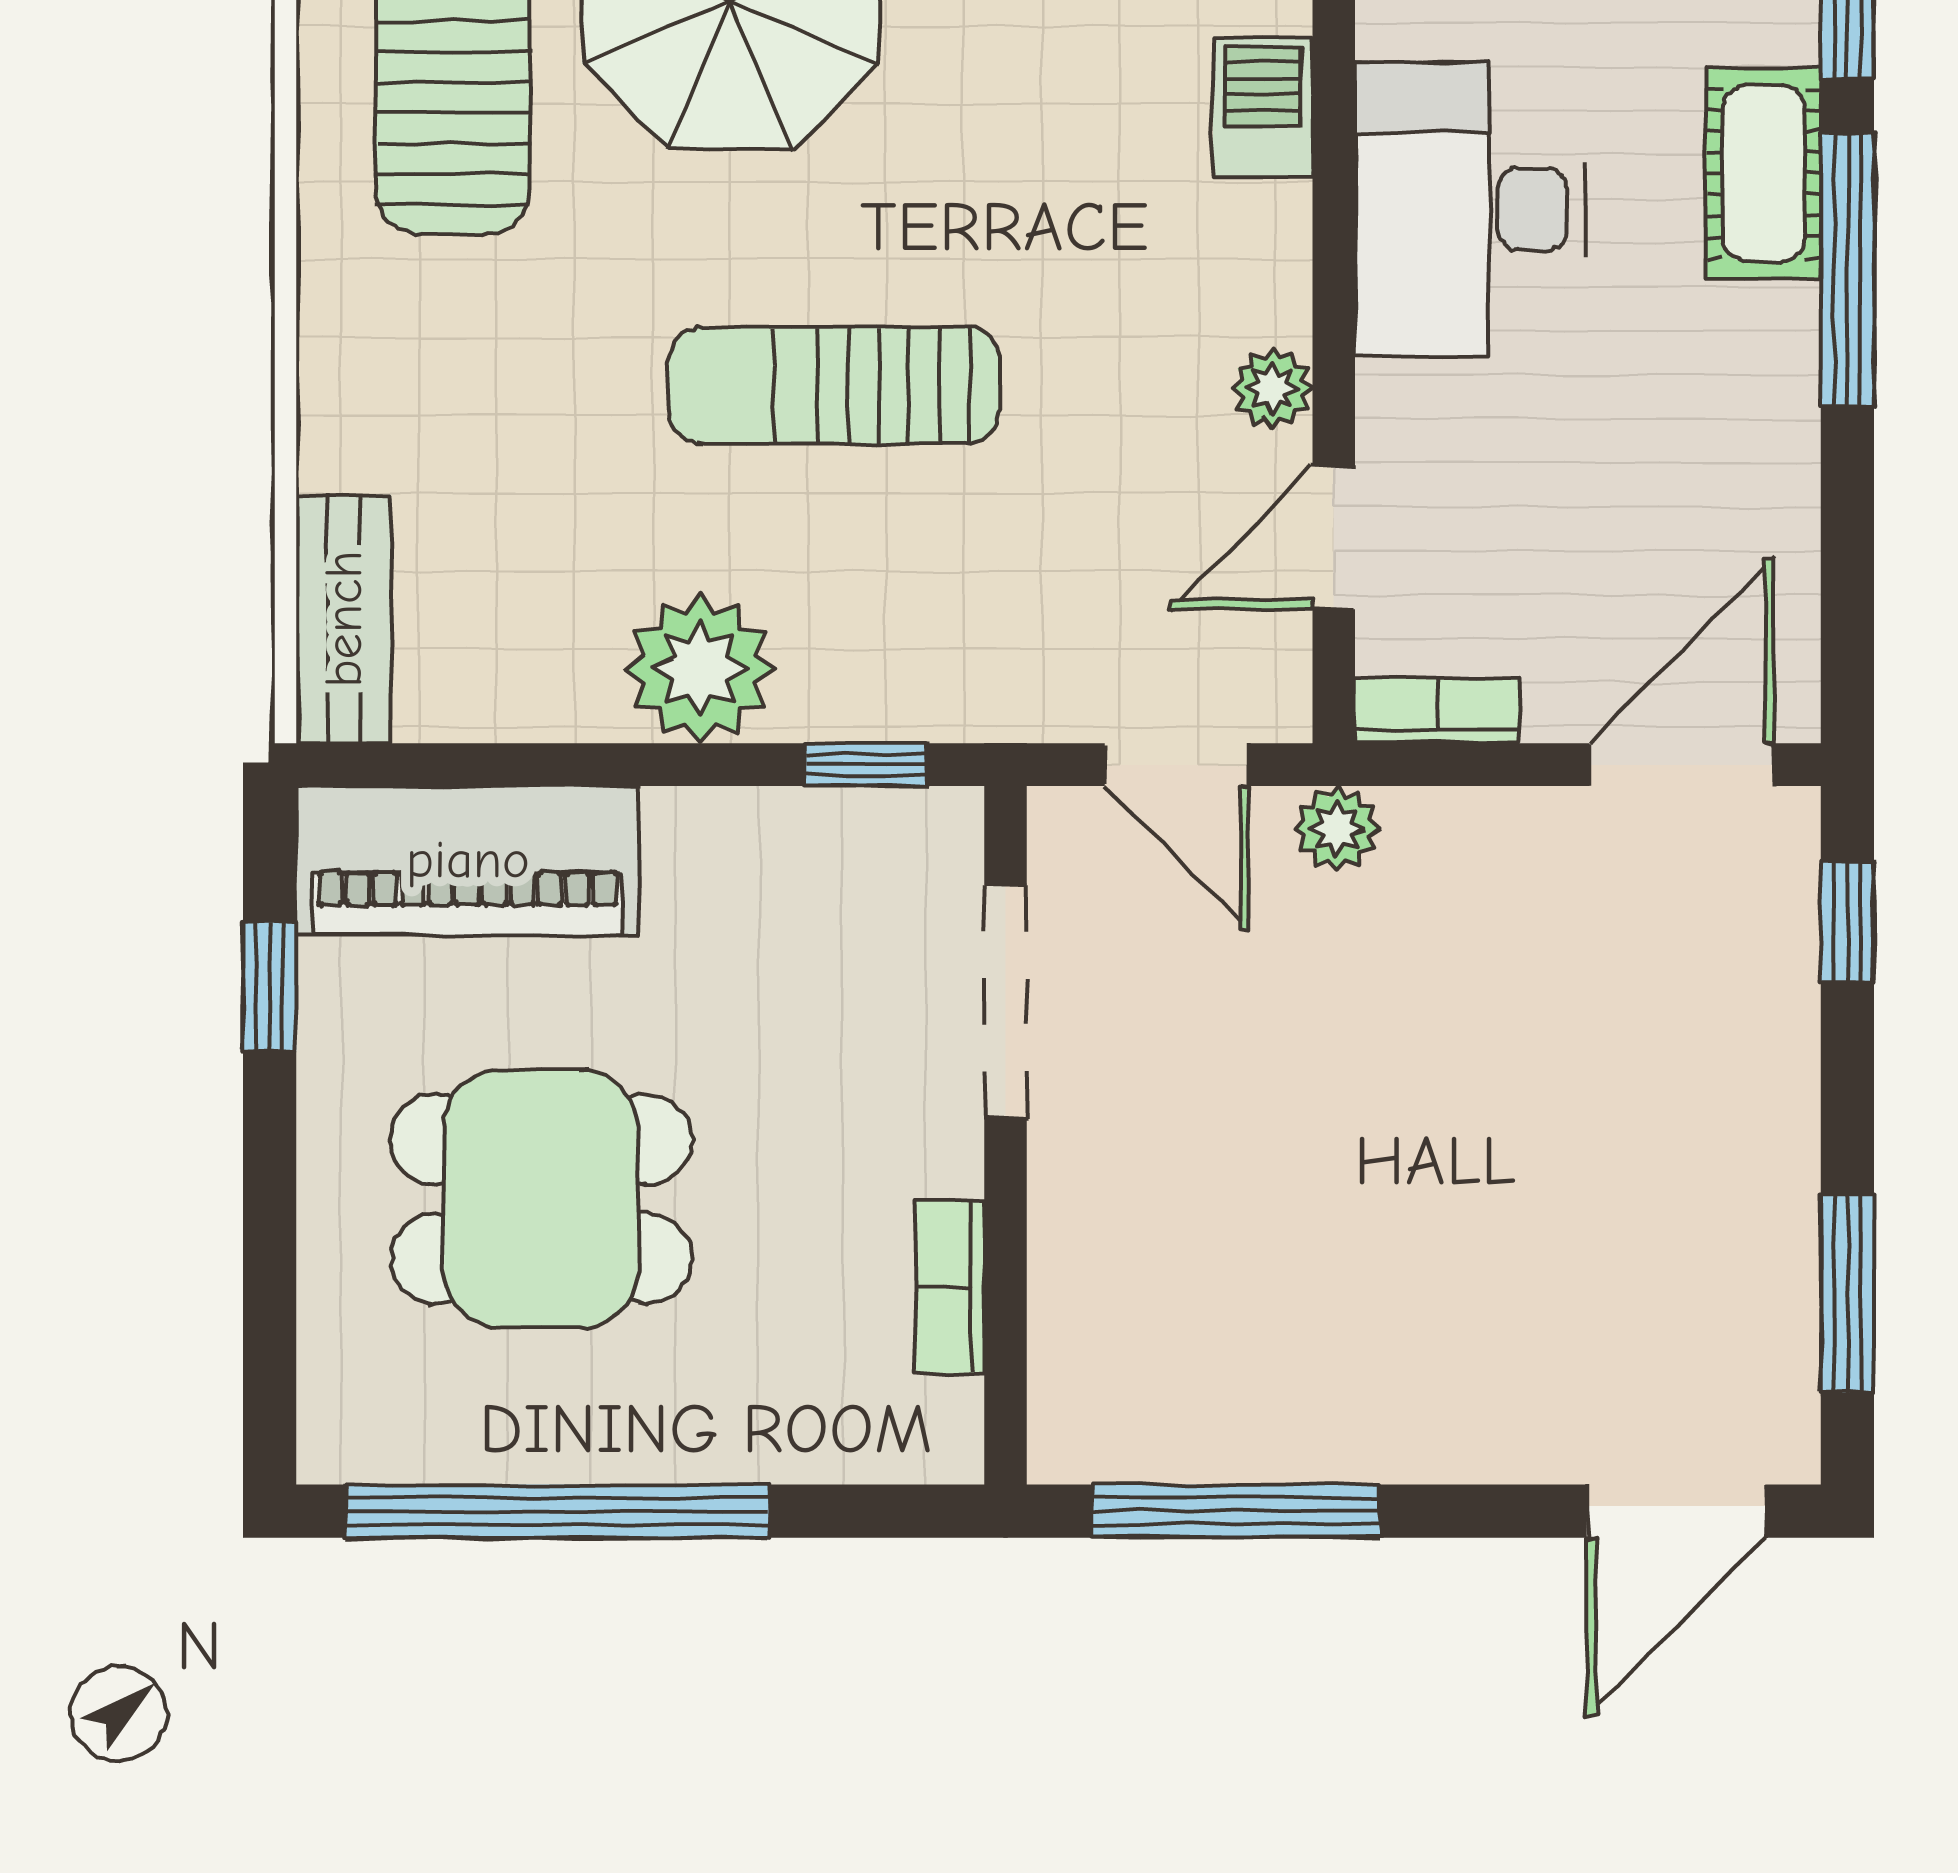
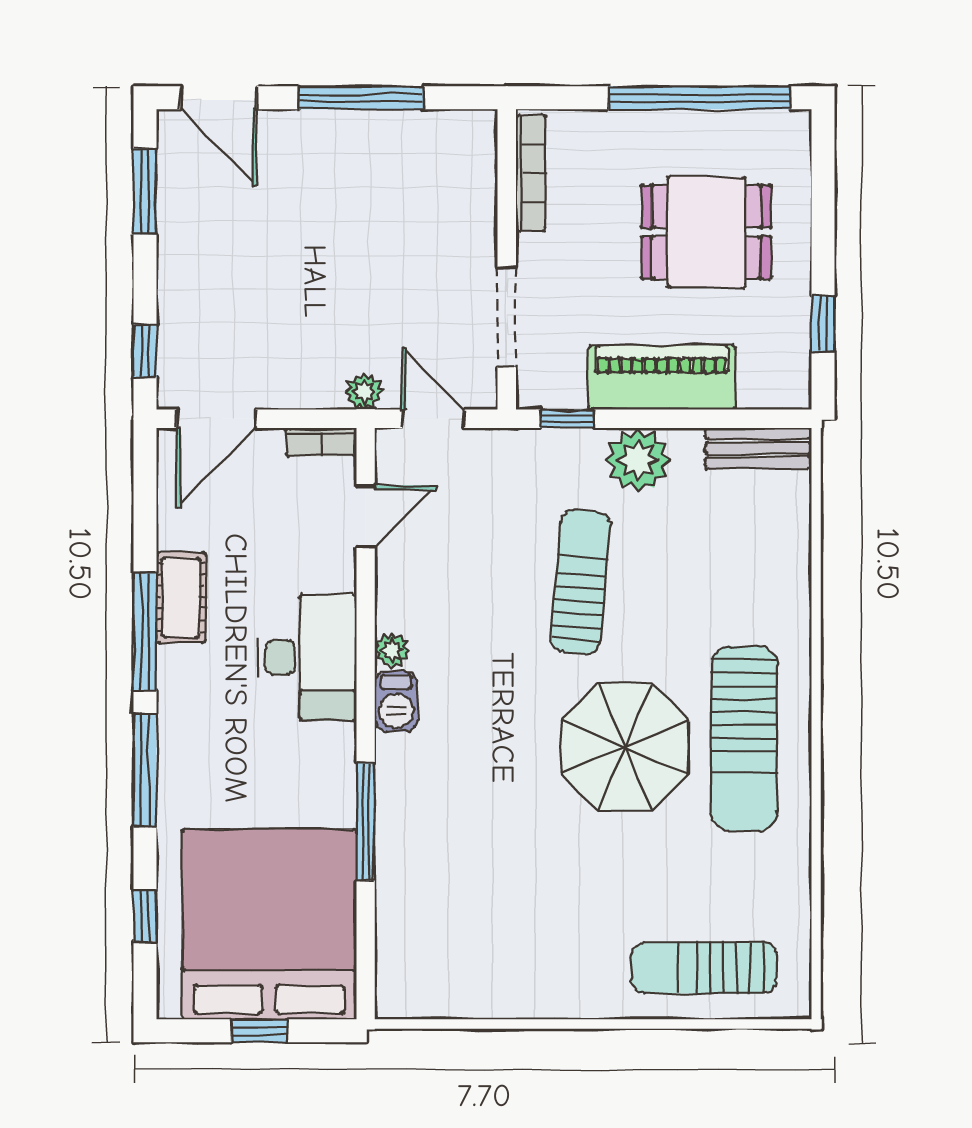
cot: (1763, 174) -> (181, 598), moved
sun lounger: (834, 385) -> (580, 582), turned -85
plant: (1272, 388) -> (392, 650), moved
bench: (344, 619) -> (758, 448), moved, turned 90
piano: (468, 860) -> (662, 378), moved
bookcase: (950, 1287) -> (531, 173), width x1.56
window: (1236, 1511) -> (361, 98), moved
door: (1676, 1511) -> (219, 98), swing flipped

